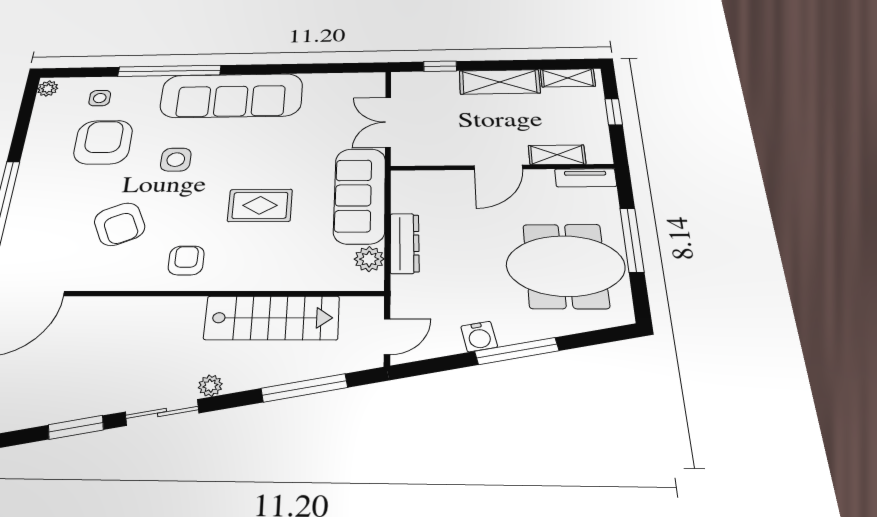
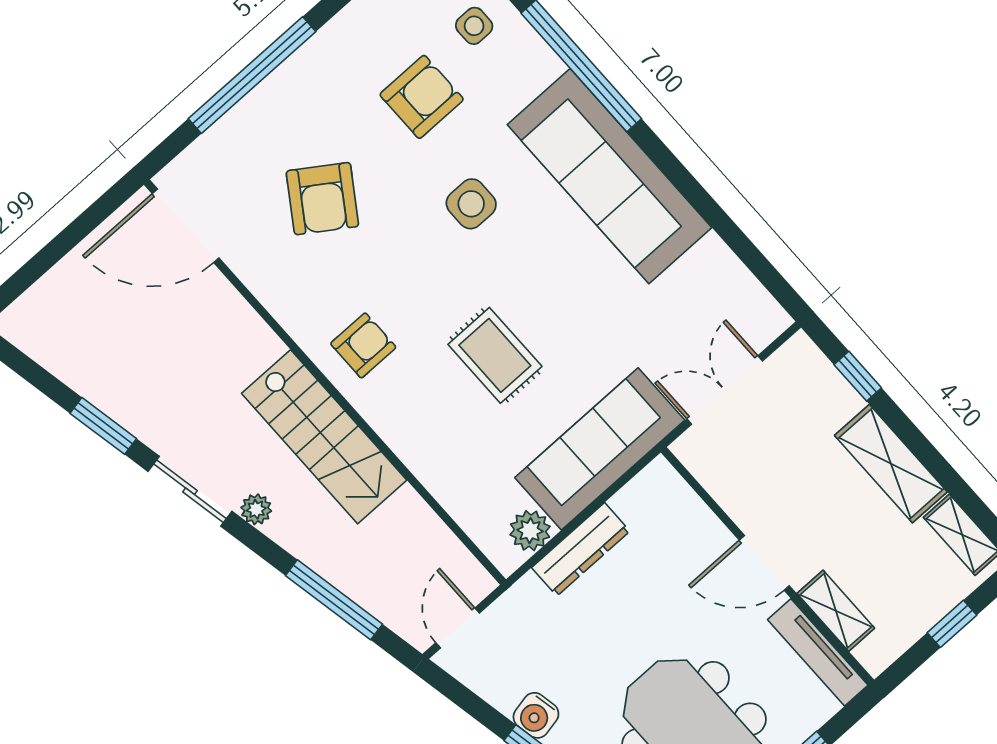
armchair: (103, 142) -> (422, 97), width x0.73, depth x0.73
tv unit: (586, 178) -> (818, 652), width x1.41
armchair: (120, 224) -> (322, 199), moved, turned -33
stairs: (272, 318) -> (324, 437), moved
door: (387, 337) -> (458, 628), swing flipped

